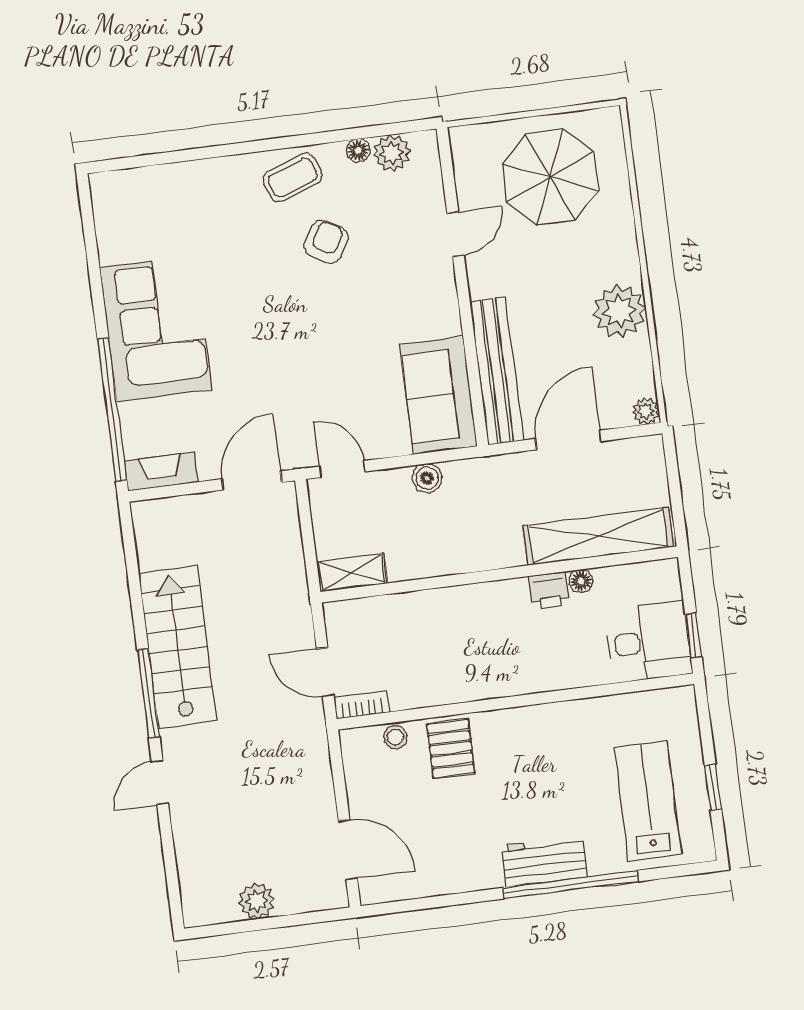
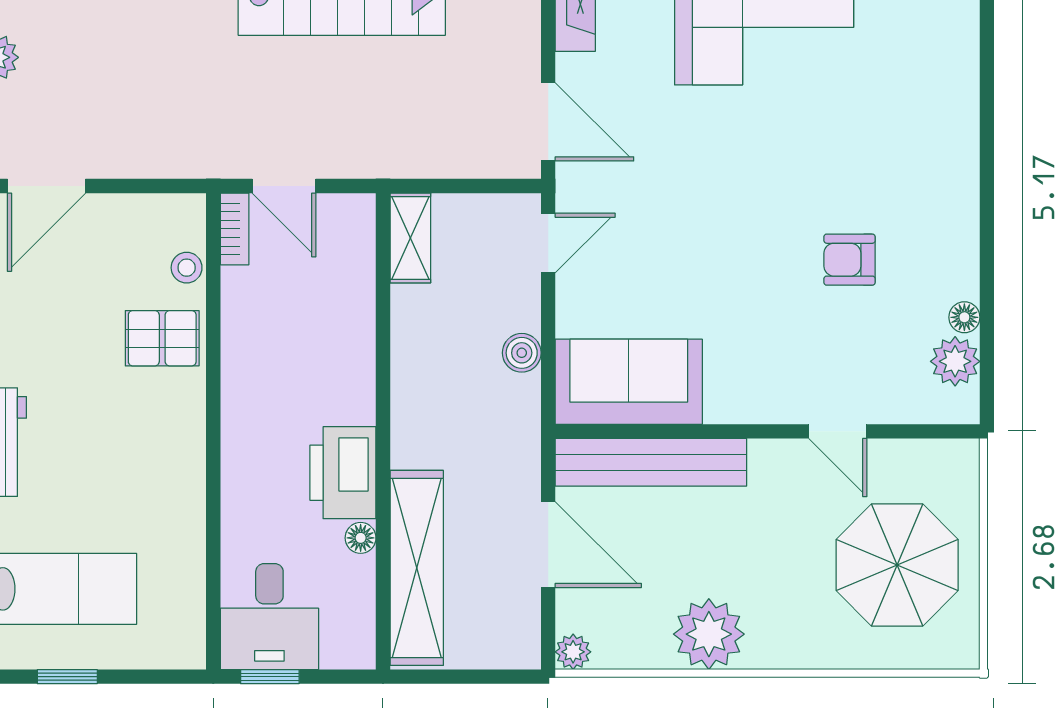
coffee table: (292, 178) -> (940, 226), removed
armchair: (326, 242) -> (850, 260), turned 151
printer: (549, 590) -> (343, 473), width x1.87, depth x1.48
door: (325, 672) -> (284, 186), swing flipped

